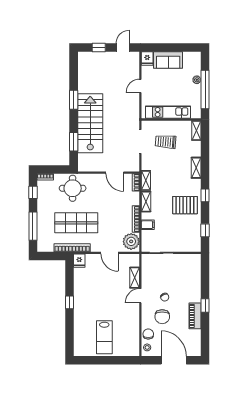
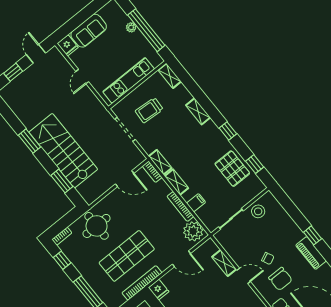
pallet: (185, 205) -> (232, 169), moved, turned 90
stool: (183, 262) -> (258, 211), added
door: (140, 296) -> (244, 276), swing flipped

